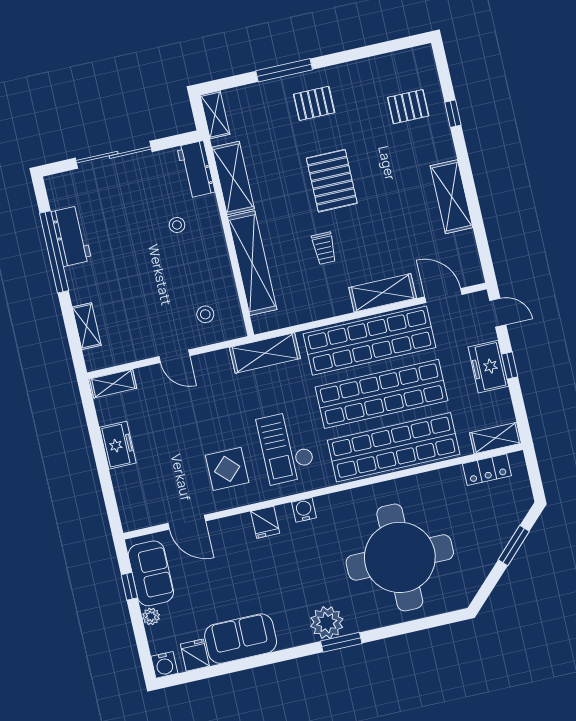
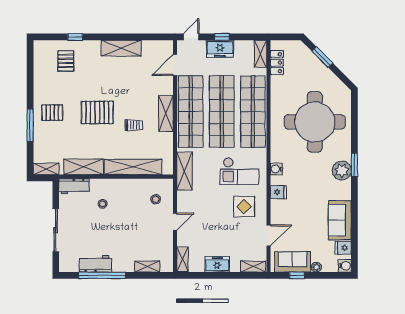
pallet: (314, 103) -> (52, 113), turned 90
shelving: (383, 293) -> (166, 113), moved
shelving: (128, 508) -> (253, 267), added

